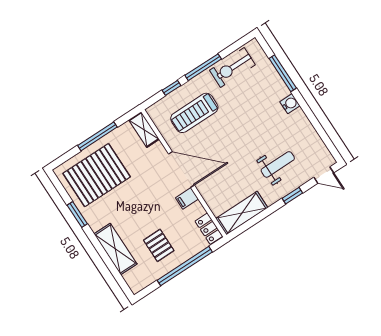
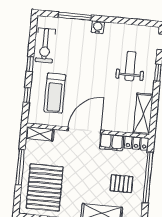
window: (203, 67) -> (30, 64), width x0.46
filing cabinet: (187, 198) -> (112, 142), width x2.00

